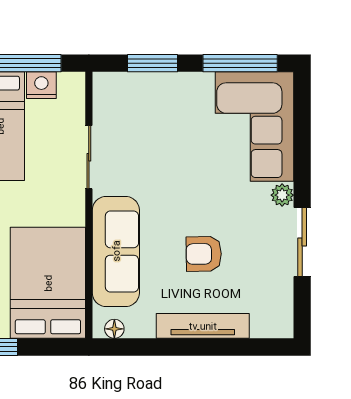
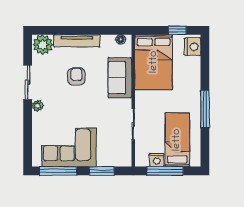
corner sofa: (254, 127) -> (69, 147), moved, turned -90
sofa: (116, 251) -> (120, 78), width x0.73
armchair: (204, 254) -> (76, 76), turned -89
plant: (272, 318) -> (43, 45), added

